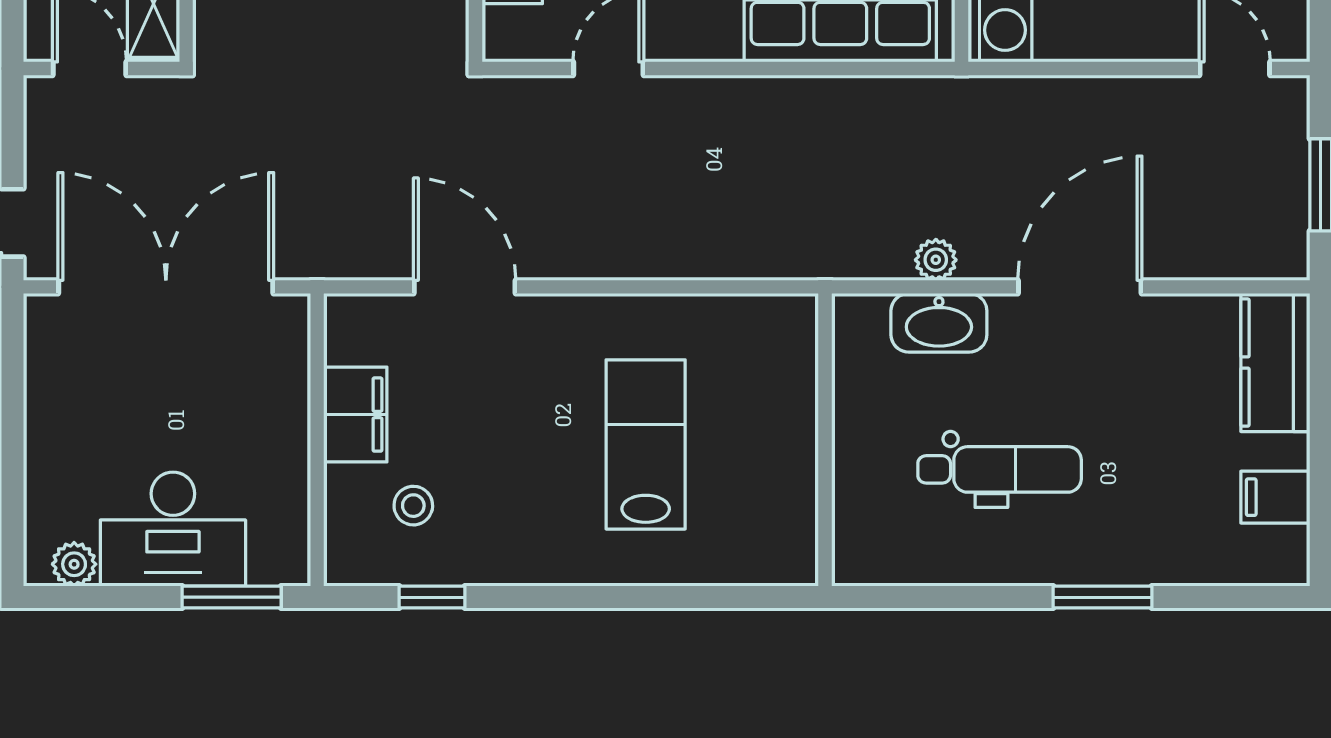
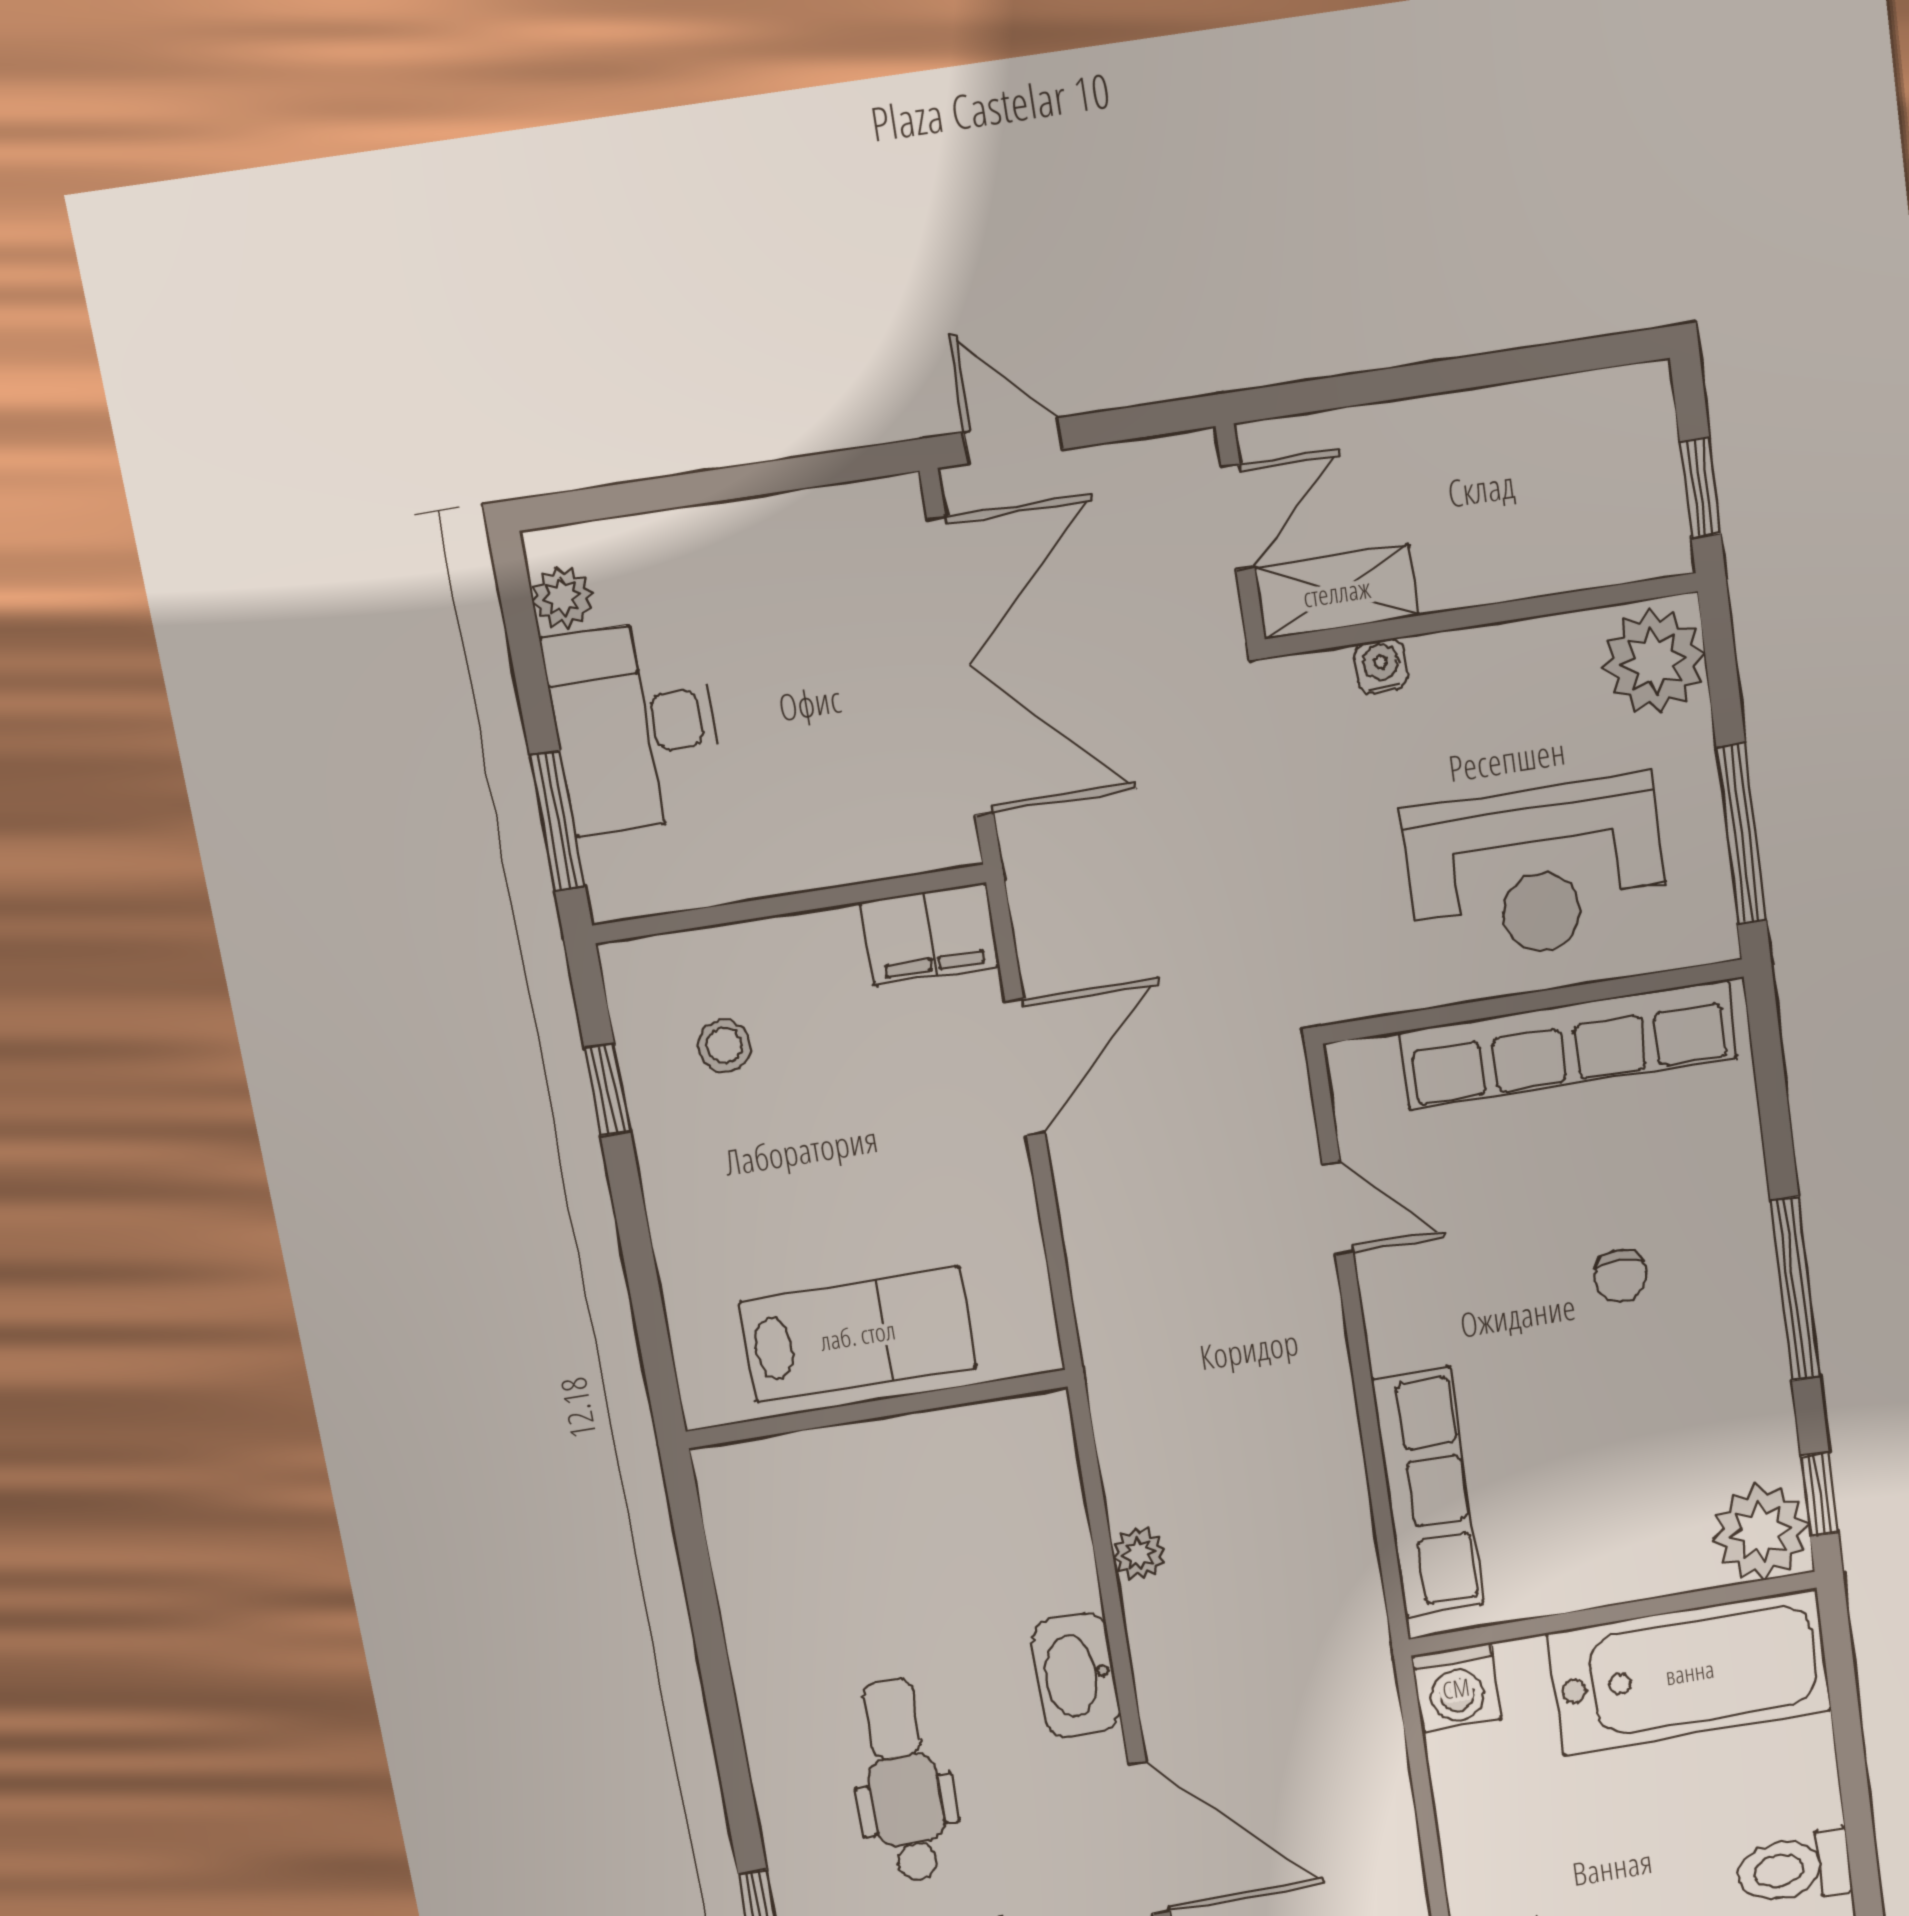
plant: (936, 260) -> (1139, 1554), moved
filing cabinet: (355, 415) -> (930, 934), moved
wall: (825, 440) -> (877, 1409), moved
dental chair: (1000, 469) -> (903, 1780), turned 180

